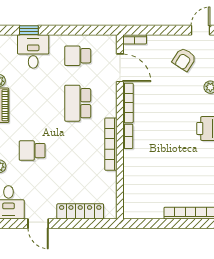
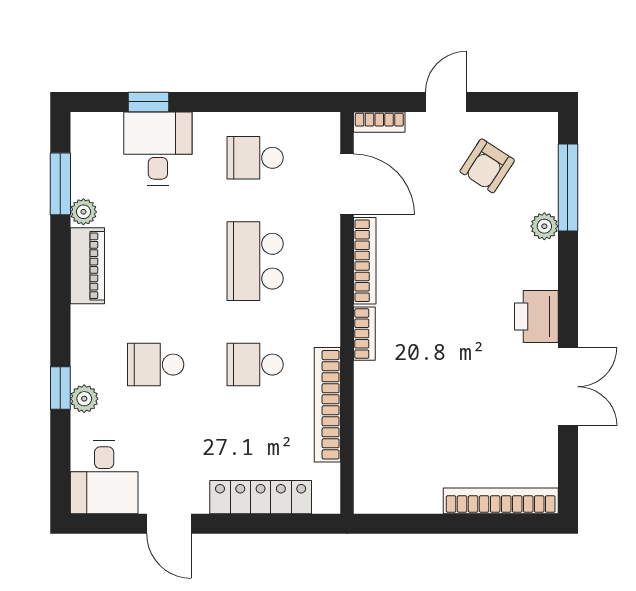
door: (200, 30) -> (446, 102), moved
bookcase: (111, 144) -> (327, 405), moved
school desk: (78, 151) -> (255, 365), added

